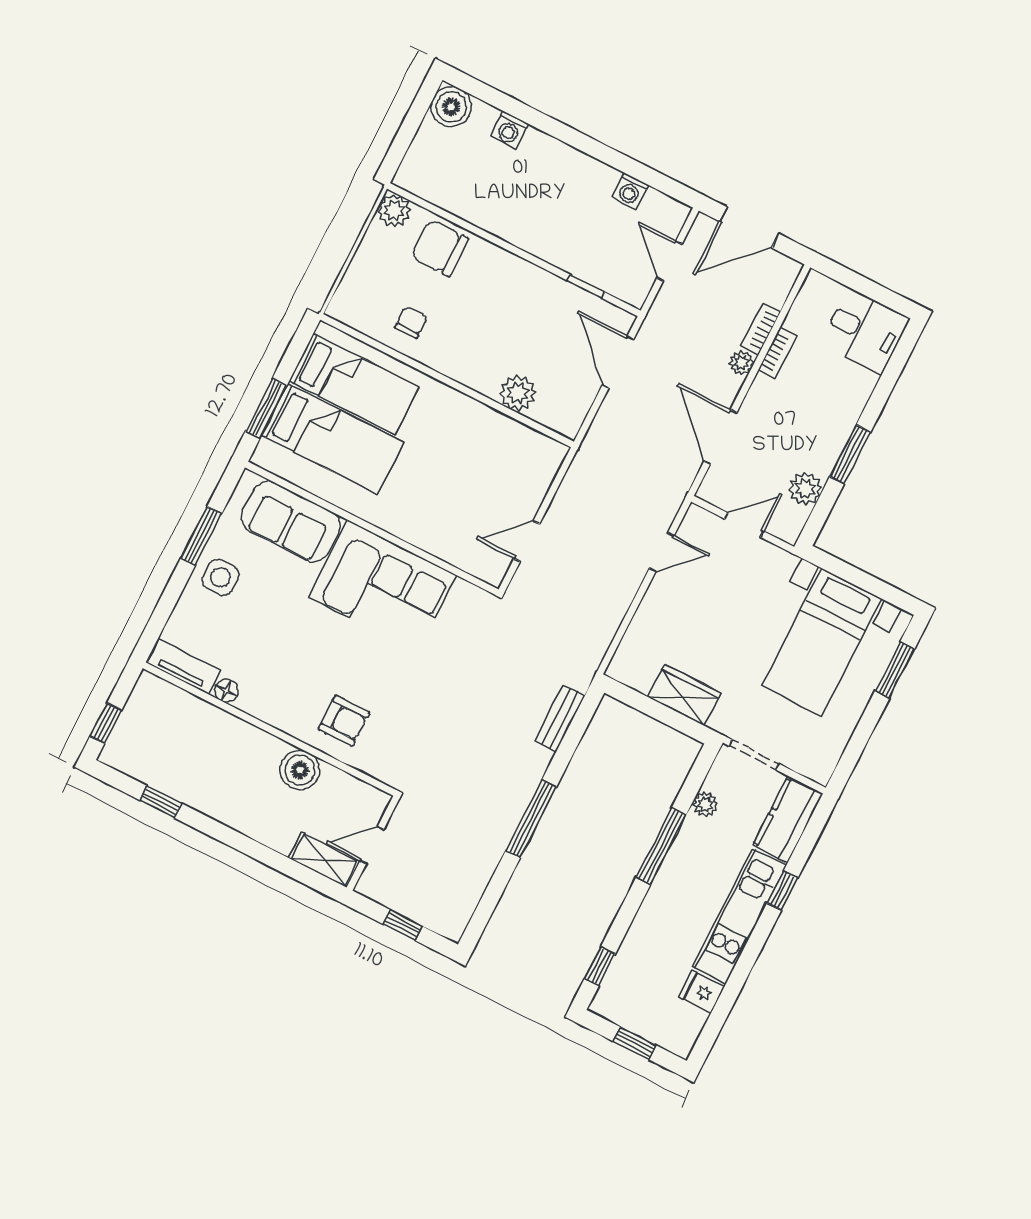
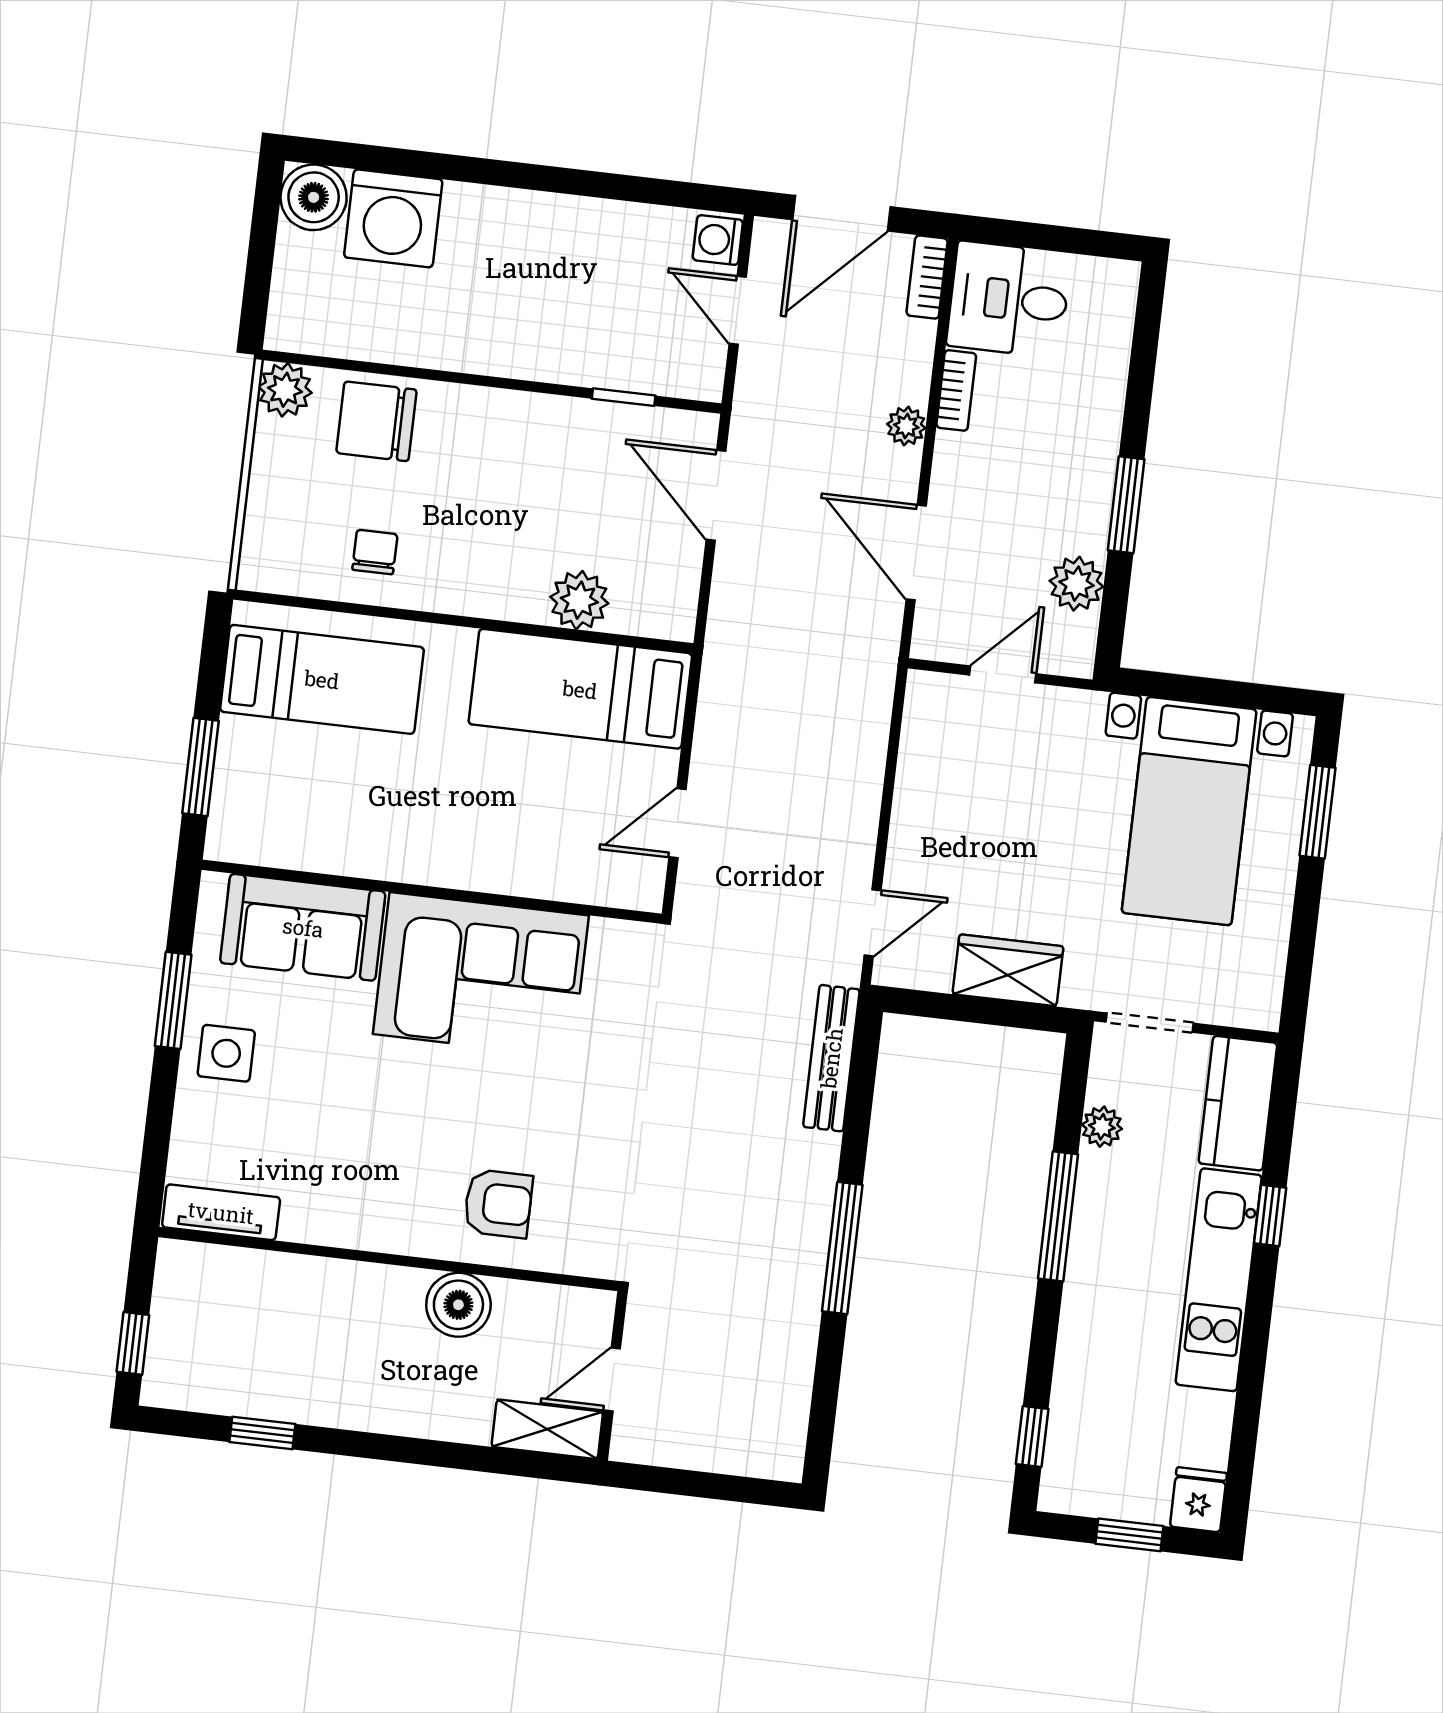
washing machine: (509, 130) -> (393, 218), width x1.89, depth x1.89
washing machine: (630, 191) -> (718, 240), moved, turned 90
bookcase: (761, 329) -> (927, 277), moved
desk: (865, 331) -> (1009, 299), moved, turned 180
bed: (333, 439) -> (580, 689), moved, turned 180
door: (662, 552) -> (873, 923), moved
floor lamp: (226, 691) -> (300, 1225), removed
bench: (560, 718) -> (831, 1058), width x1.36
window: (403, 925) -> (705, 1485), removed
fridge: (702, 992) -> (1198, 1500), moved, turned 90

